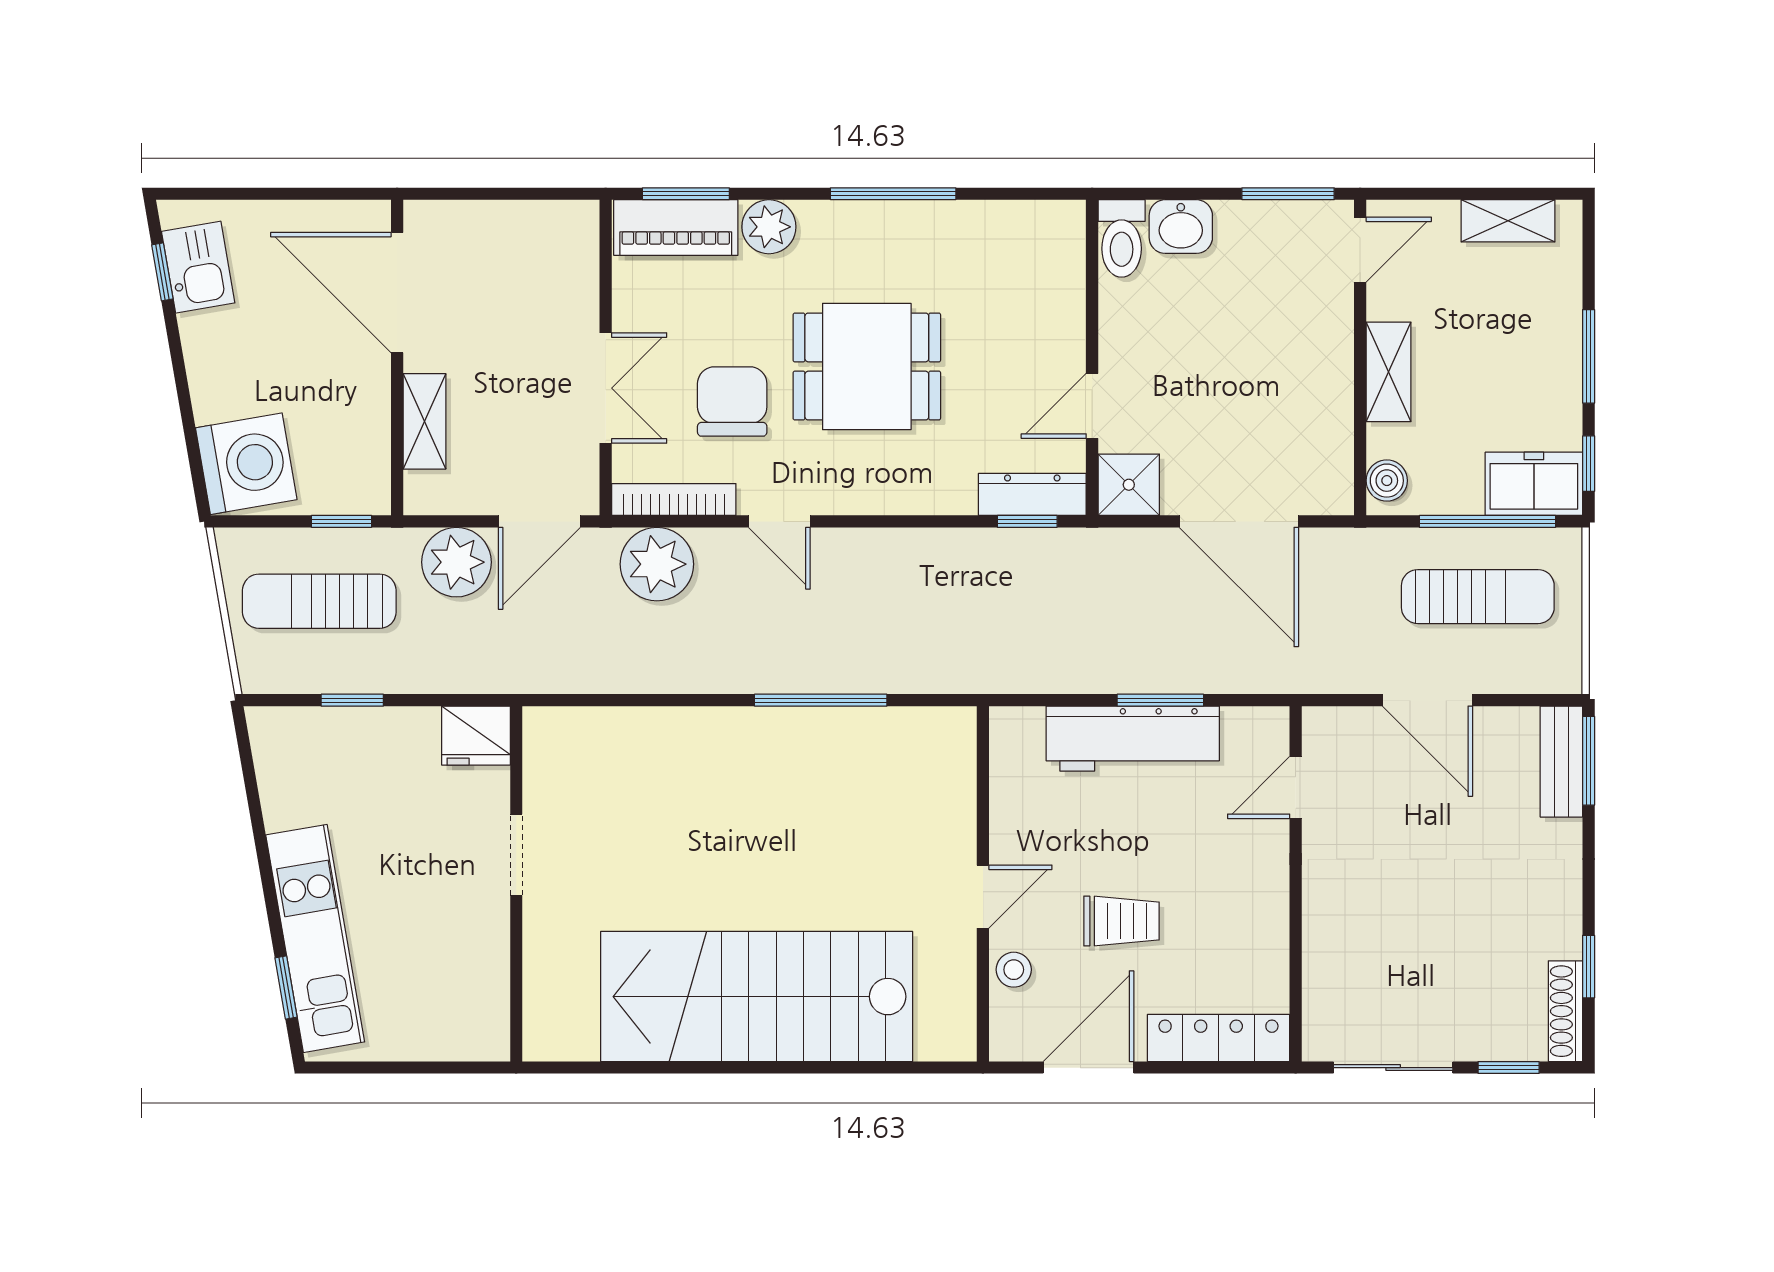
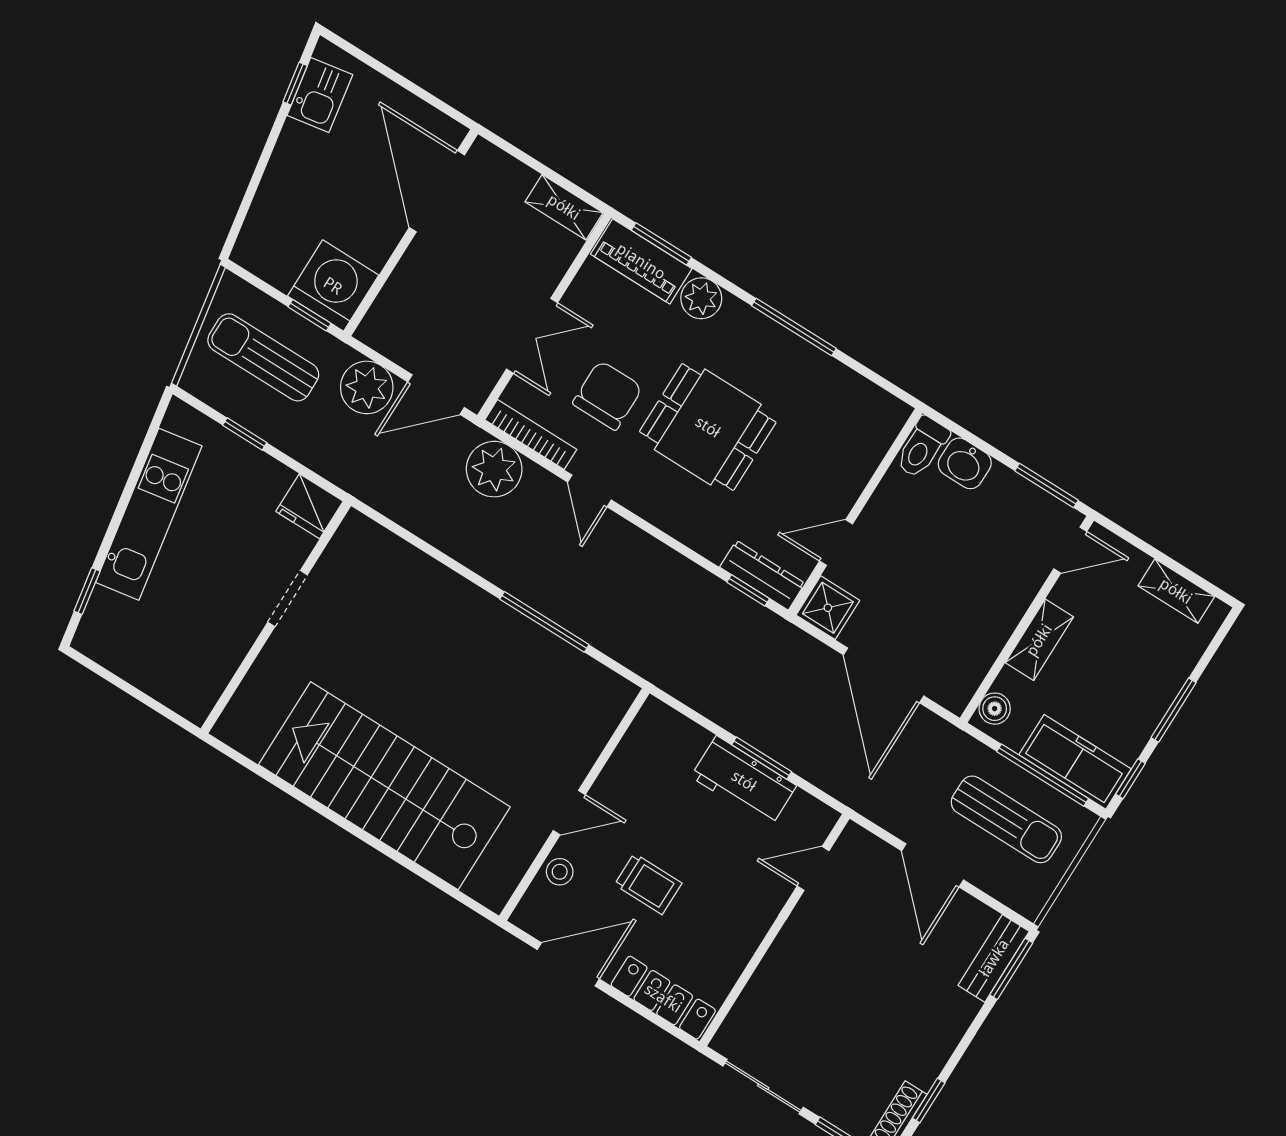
shelving: (424, 421) -> (564, 207), moved, turned 90
washing machine: (246, 464) -> (333, 286), moved, turned -80
freezer: (1534, 484) -> (1075, 762), width x1.40
workbench: (1133, 739) -> (744, 781), width x0.73
kitchen unit: (315, 938) -> (149, 514), moved

